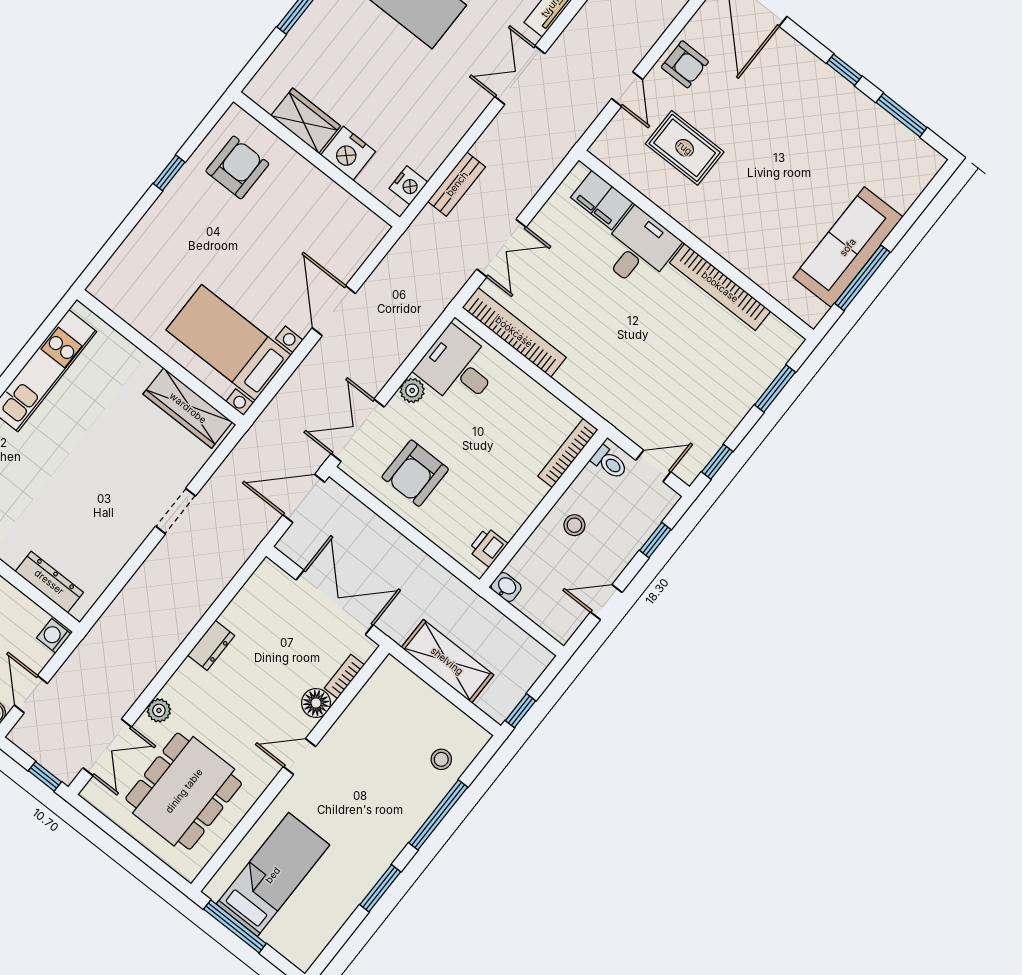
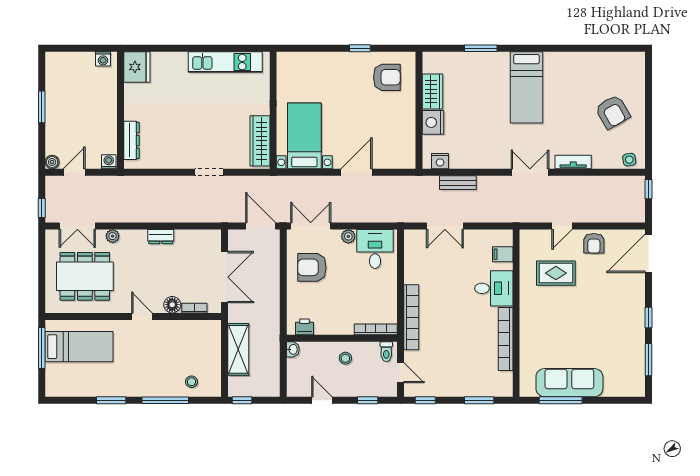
rug: (685, 148) -> (556, 273), turned 90
filing cabinet: (602, 200) -> (503, 254), width x0.50
bookcase: (514, 332) -> (411, 317), moved

